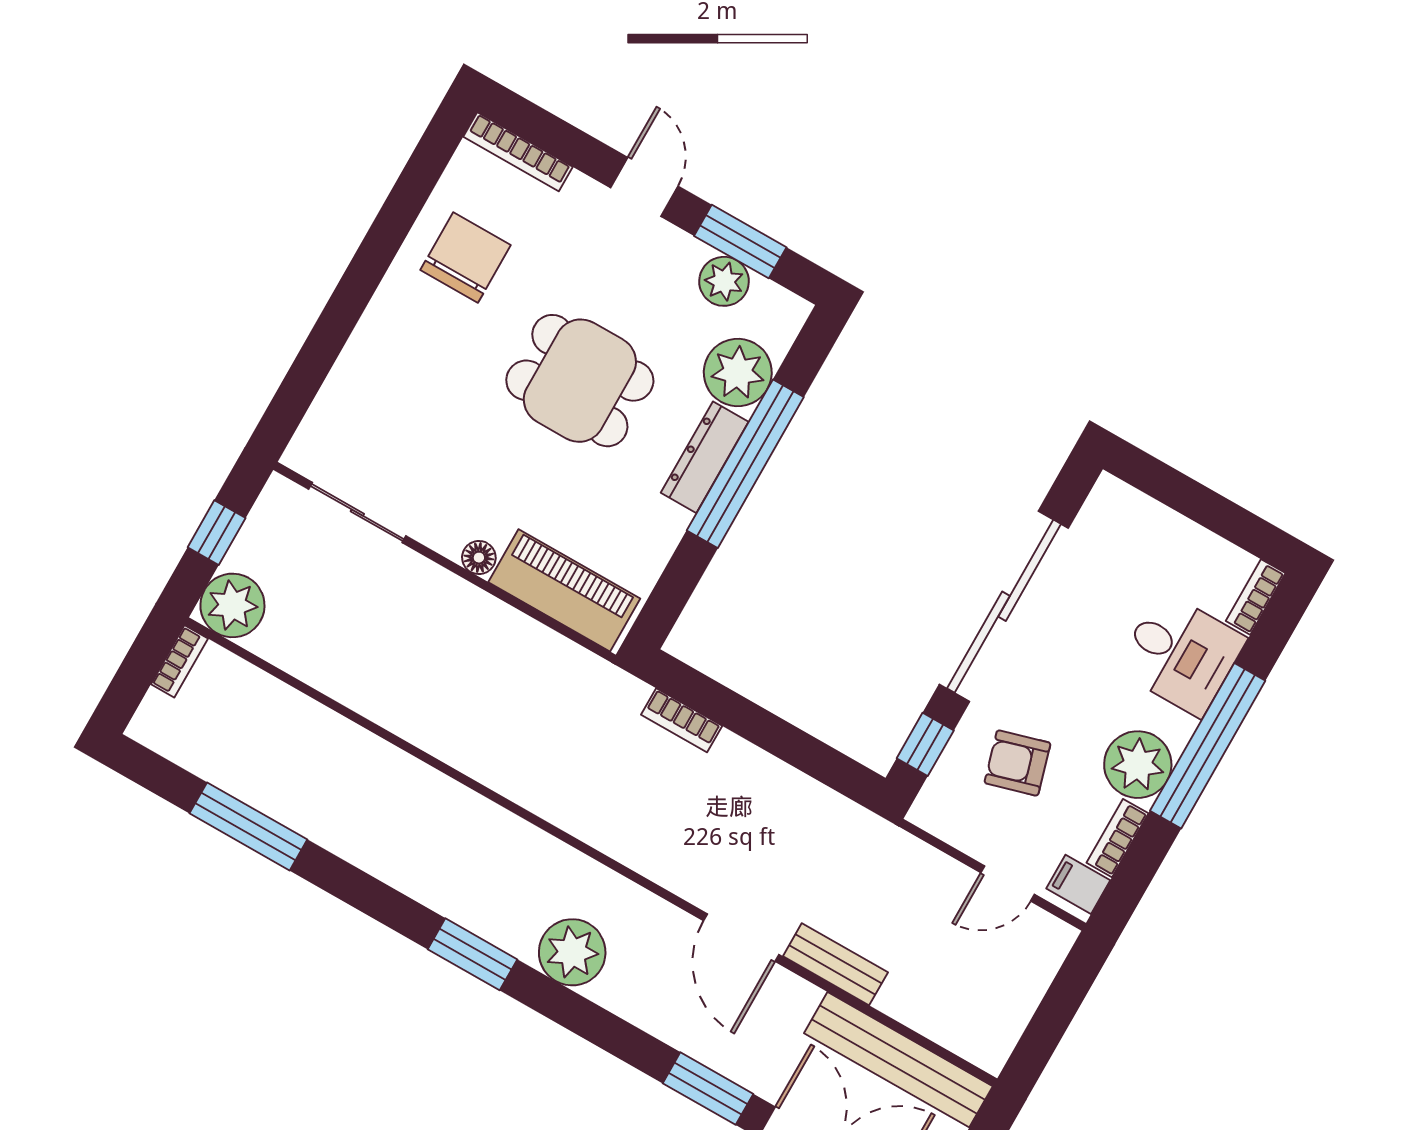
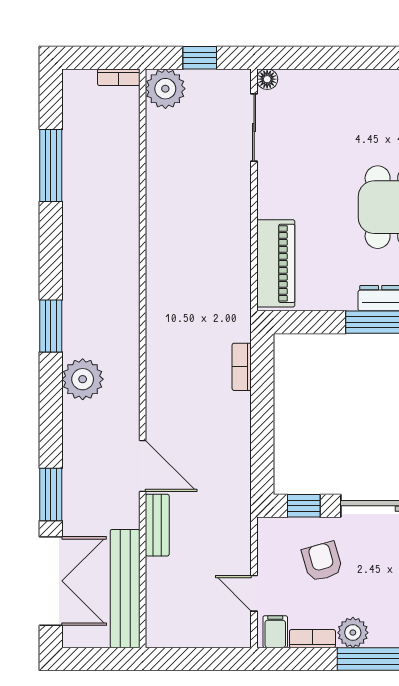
floor lamp: (479, 558) -> (267, 79), moved
plant: (1138, 765) -> (353, 633), width x0.73, depth x0.73
door: (741, 938) -> (143, 466), swing flipped

